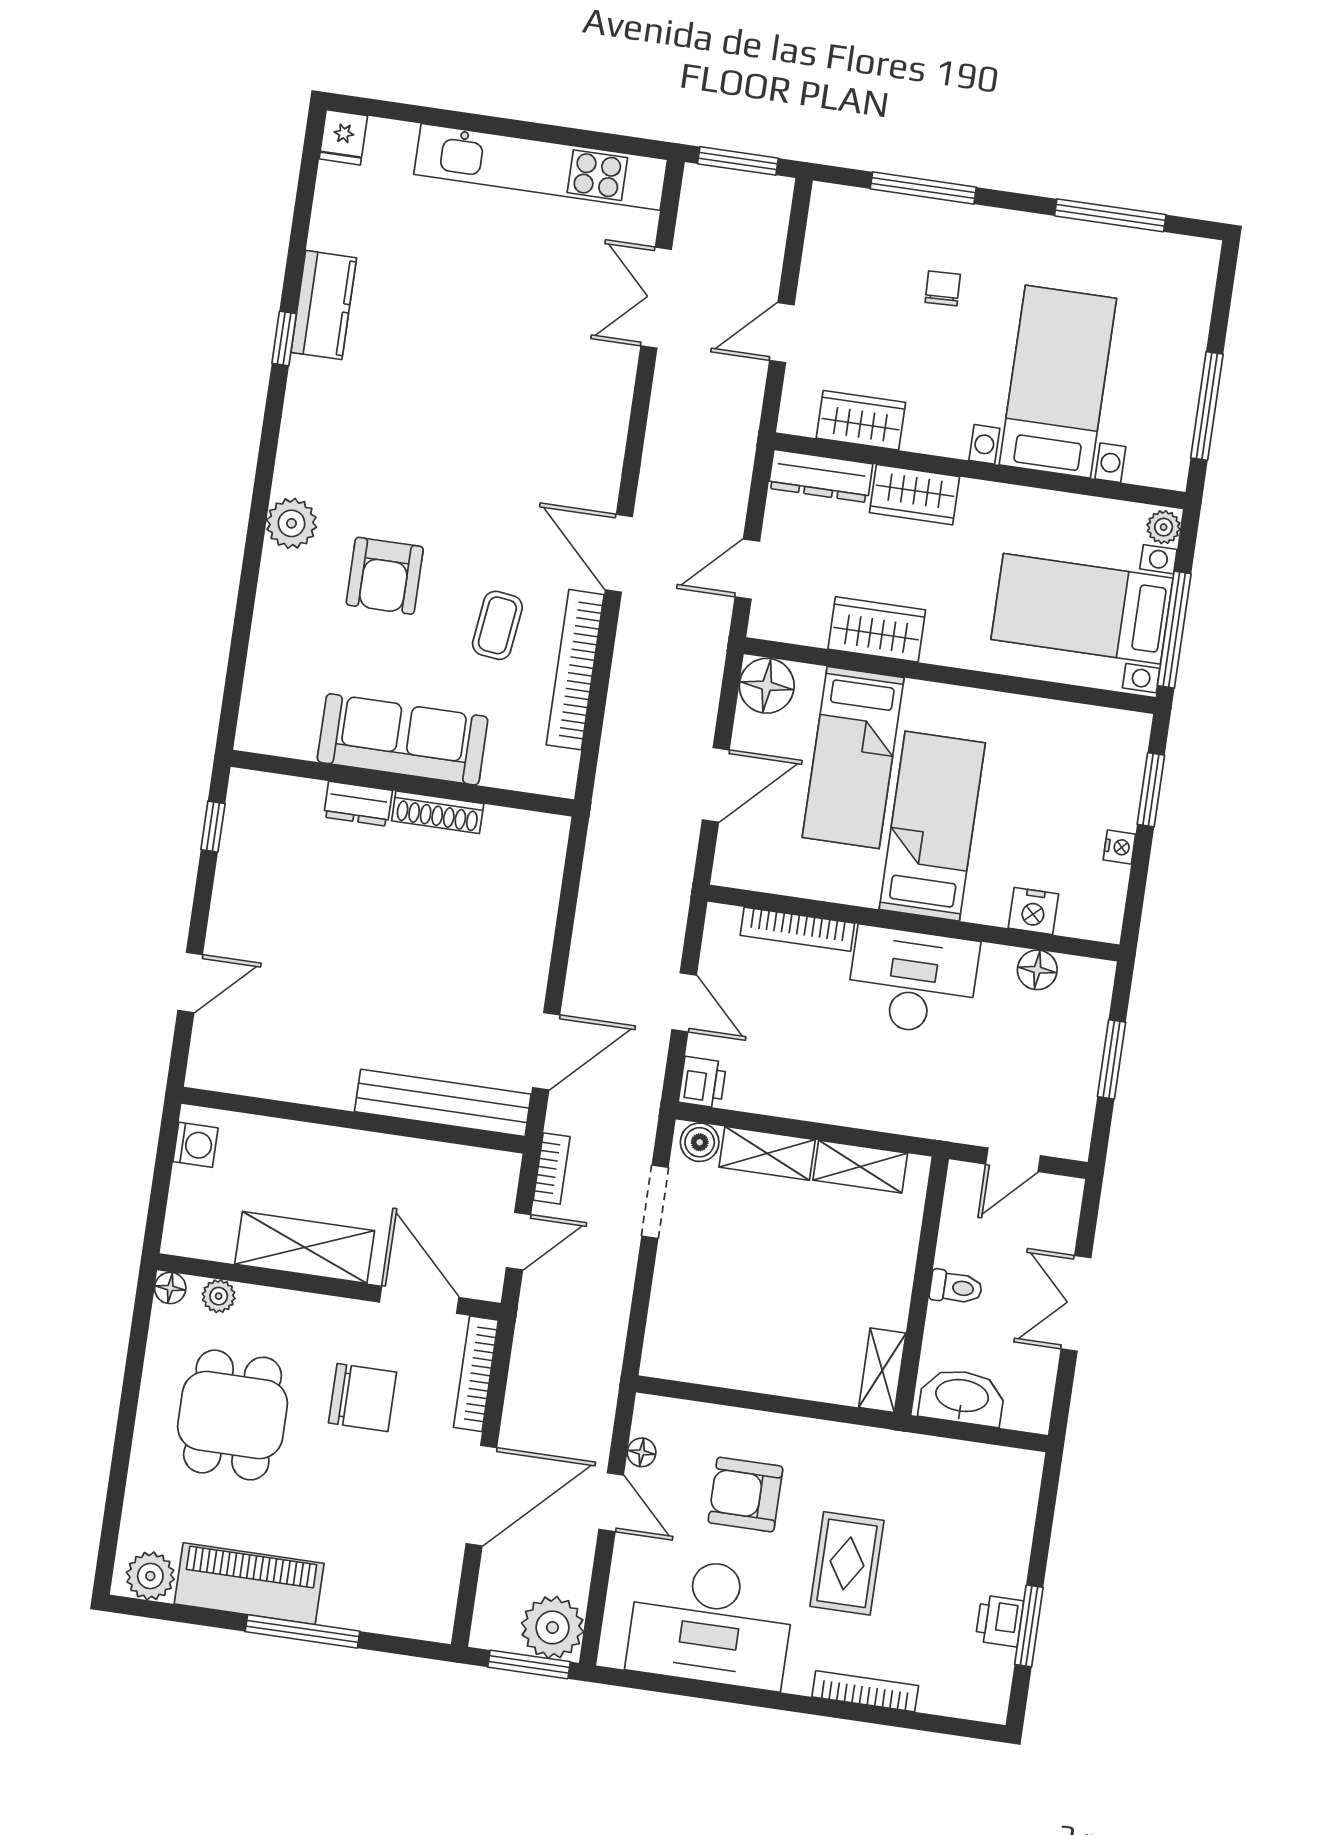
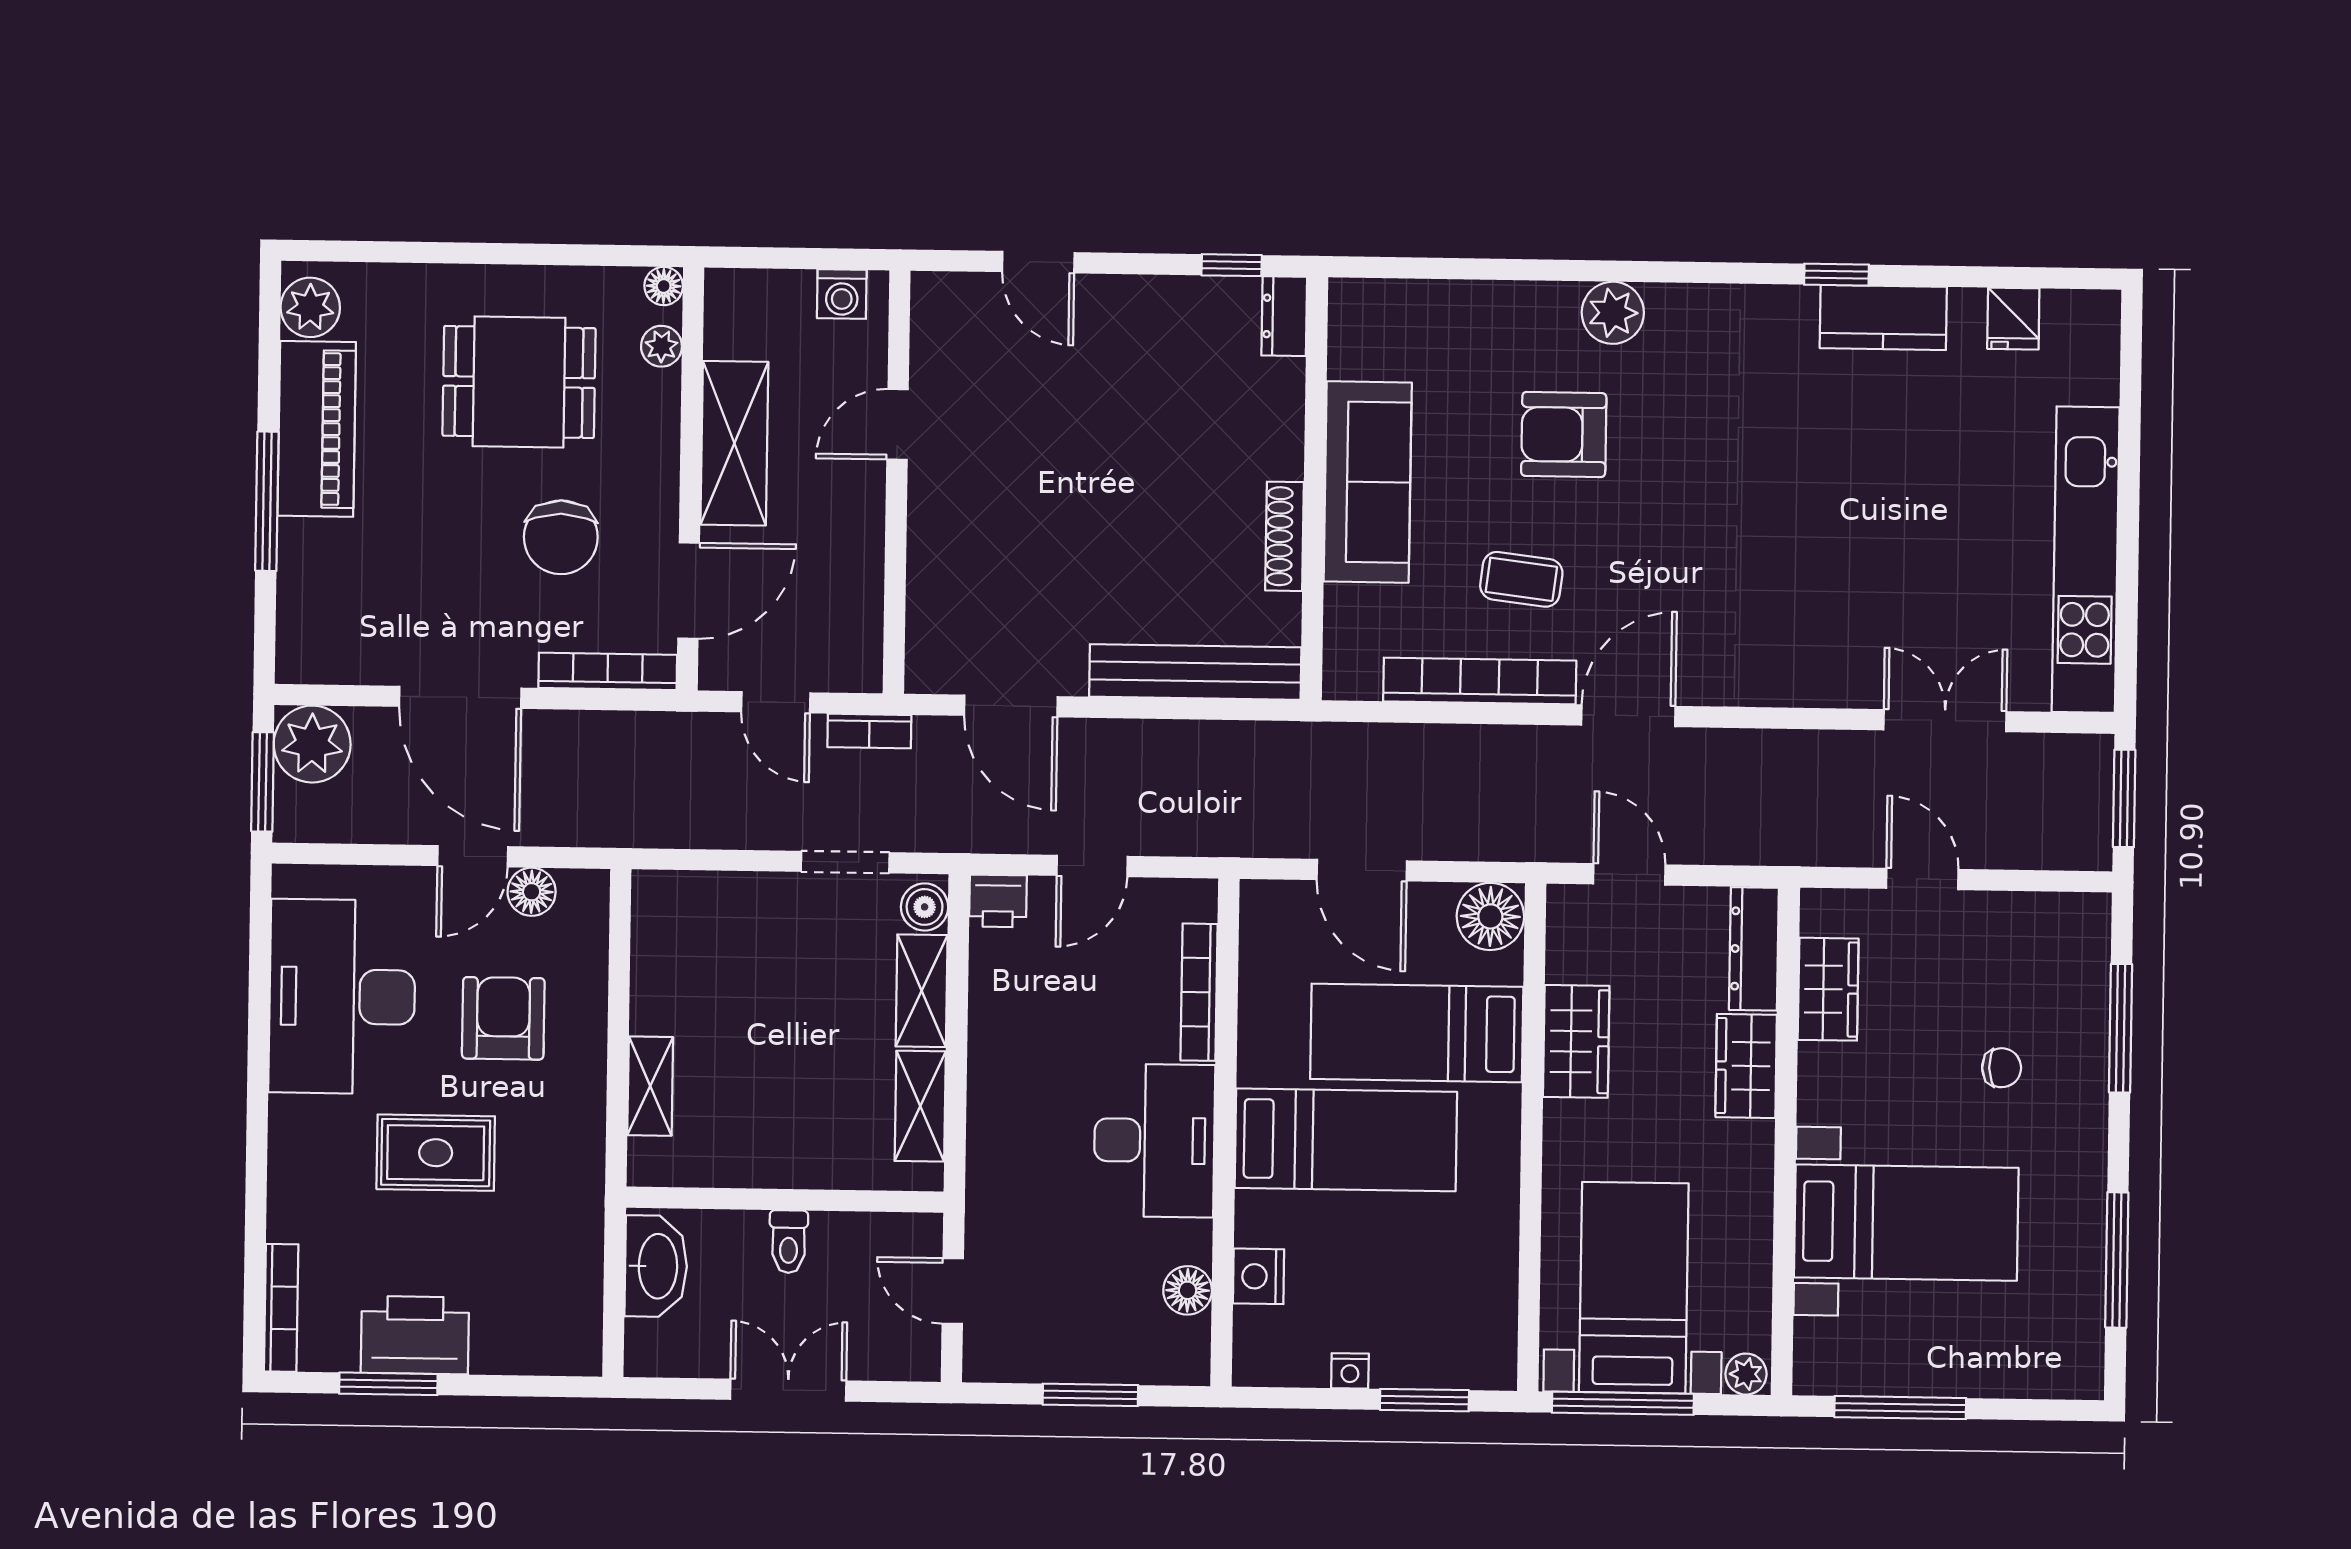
fridge: (343, 137) -> (2013, 319), moved, turned -90
dresser: (358, 804) -> (1284, 316), moved
bench: (443, 1103) -> (1195, 672), moved, turned 90
door: (307, 1113) -> (898, 424), added
shelving: (882, 1370) -> (650, 1086), moved, turned 90
floor lamp: (642, 1452) -> (532, 892), width x1.37, depth x1.37
printer: (999, 1621) -> (415, 1335), width x1.87, depth x1.48
plant: (552, 1627) -> (312, 744), moved
bookcase: (865, 1691) -> (281, 1308), moved

